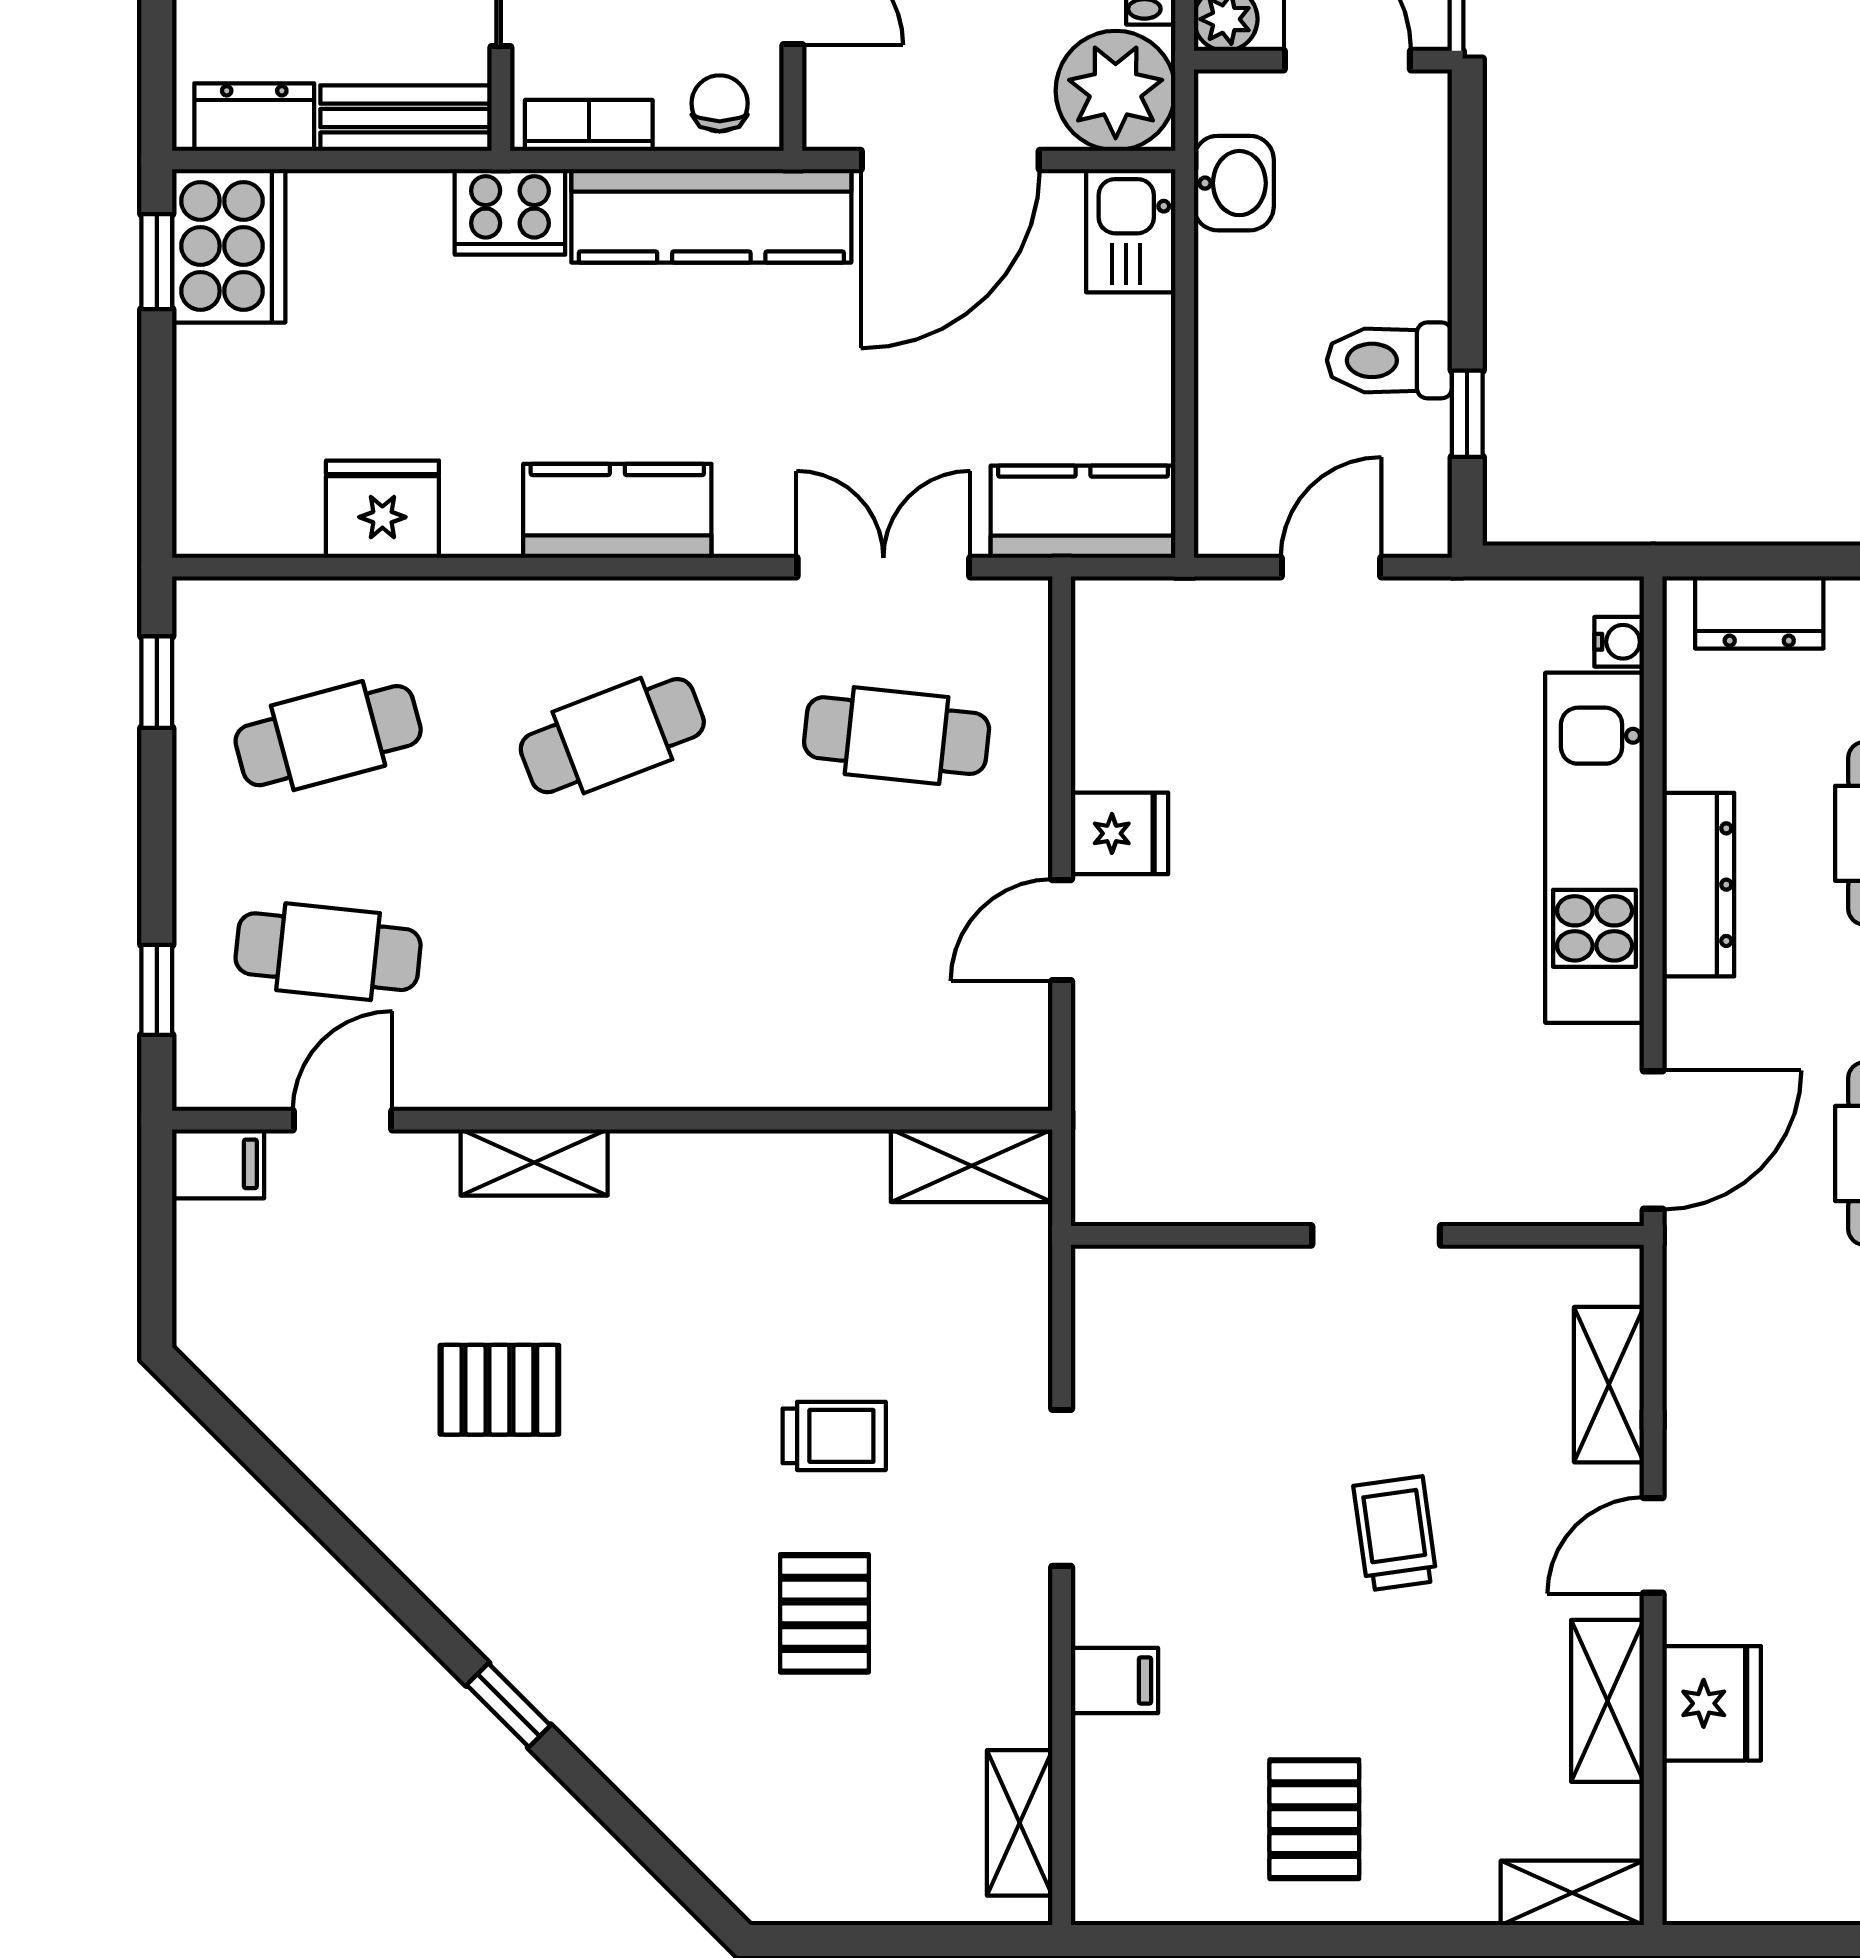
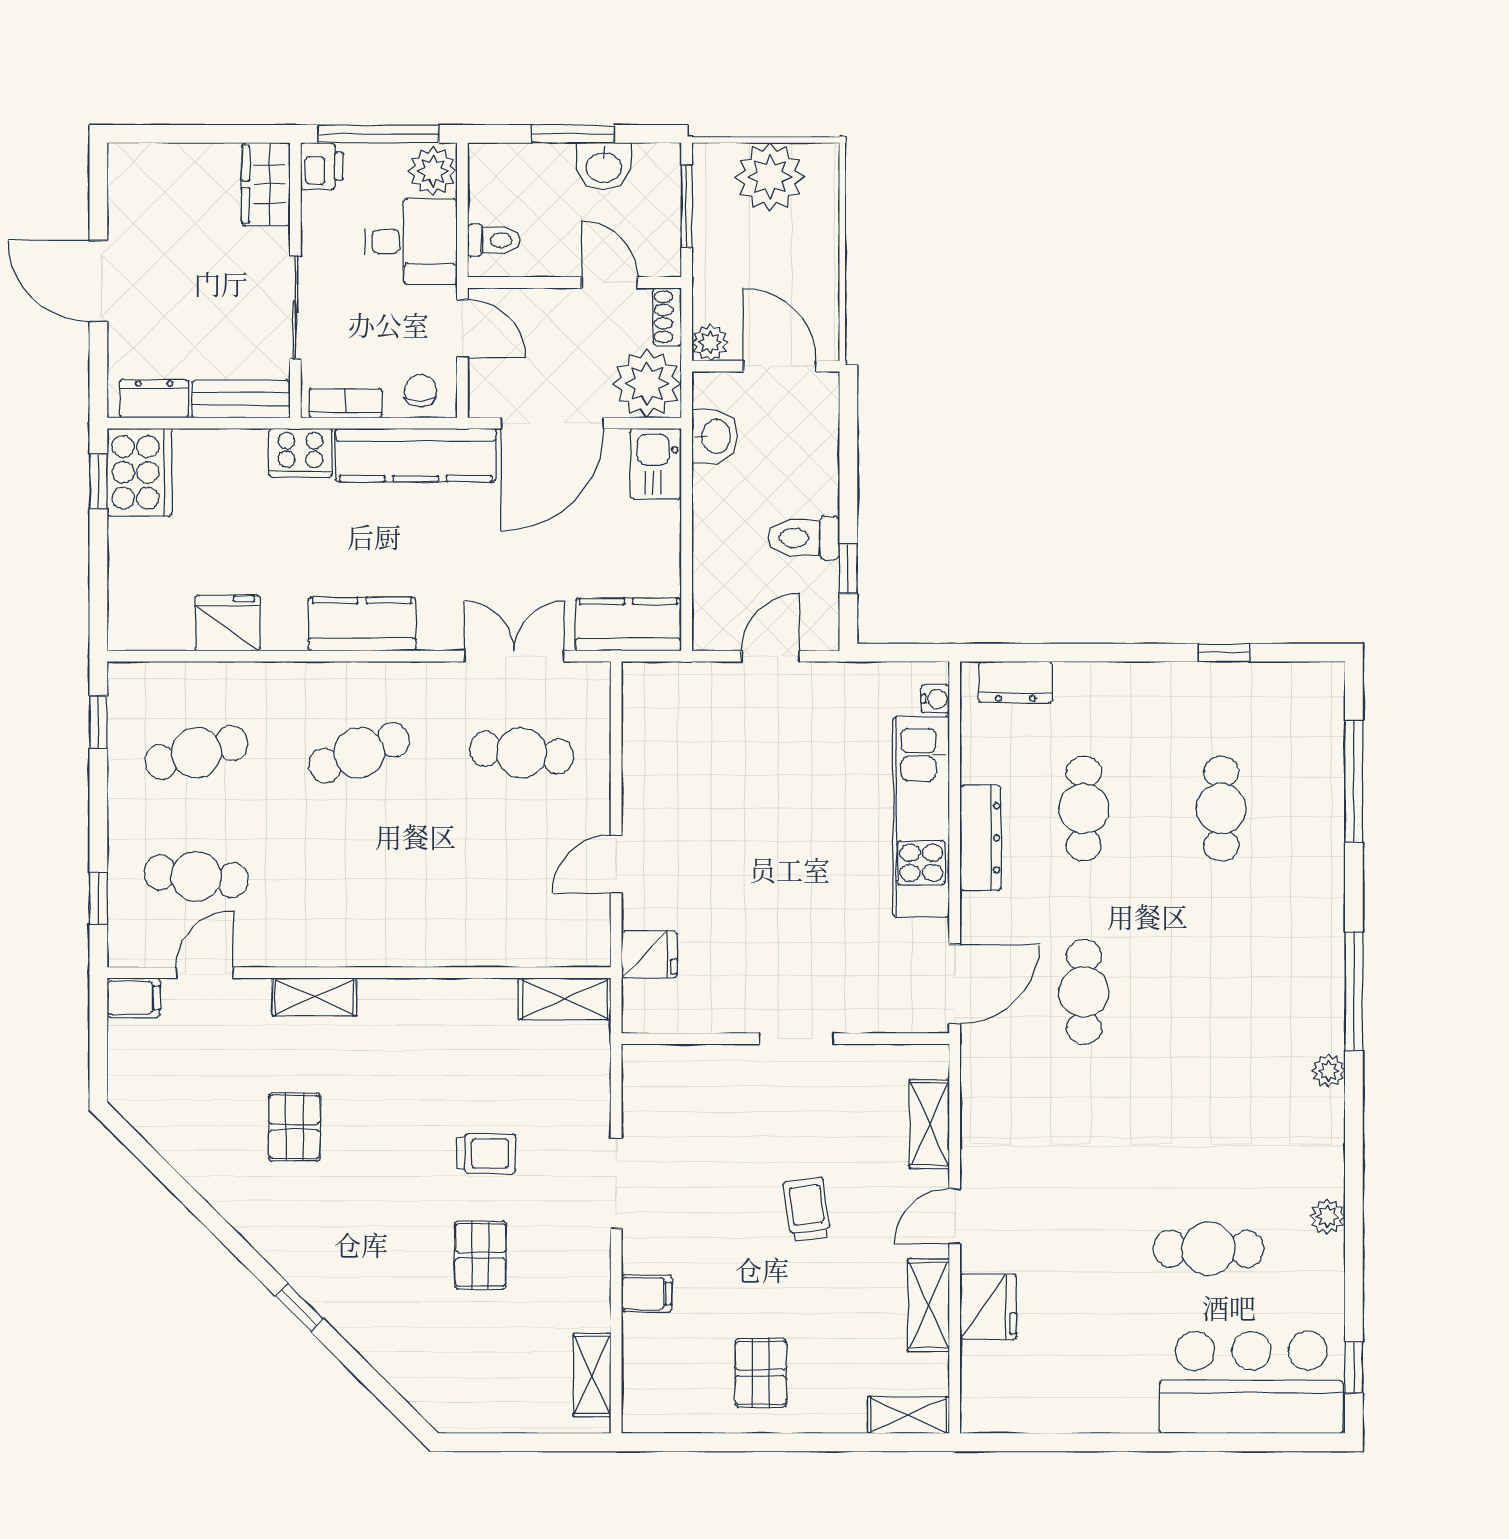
fridge: (1120, 833) -> (649, 954), moved
pallet: (499, 1390) -> (294, 1127), turned 90

